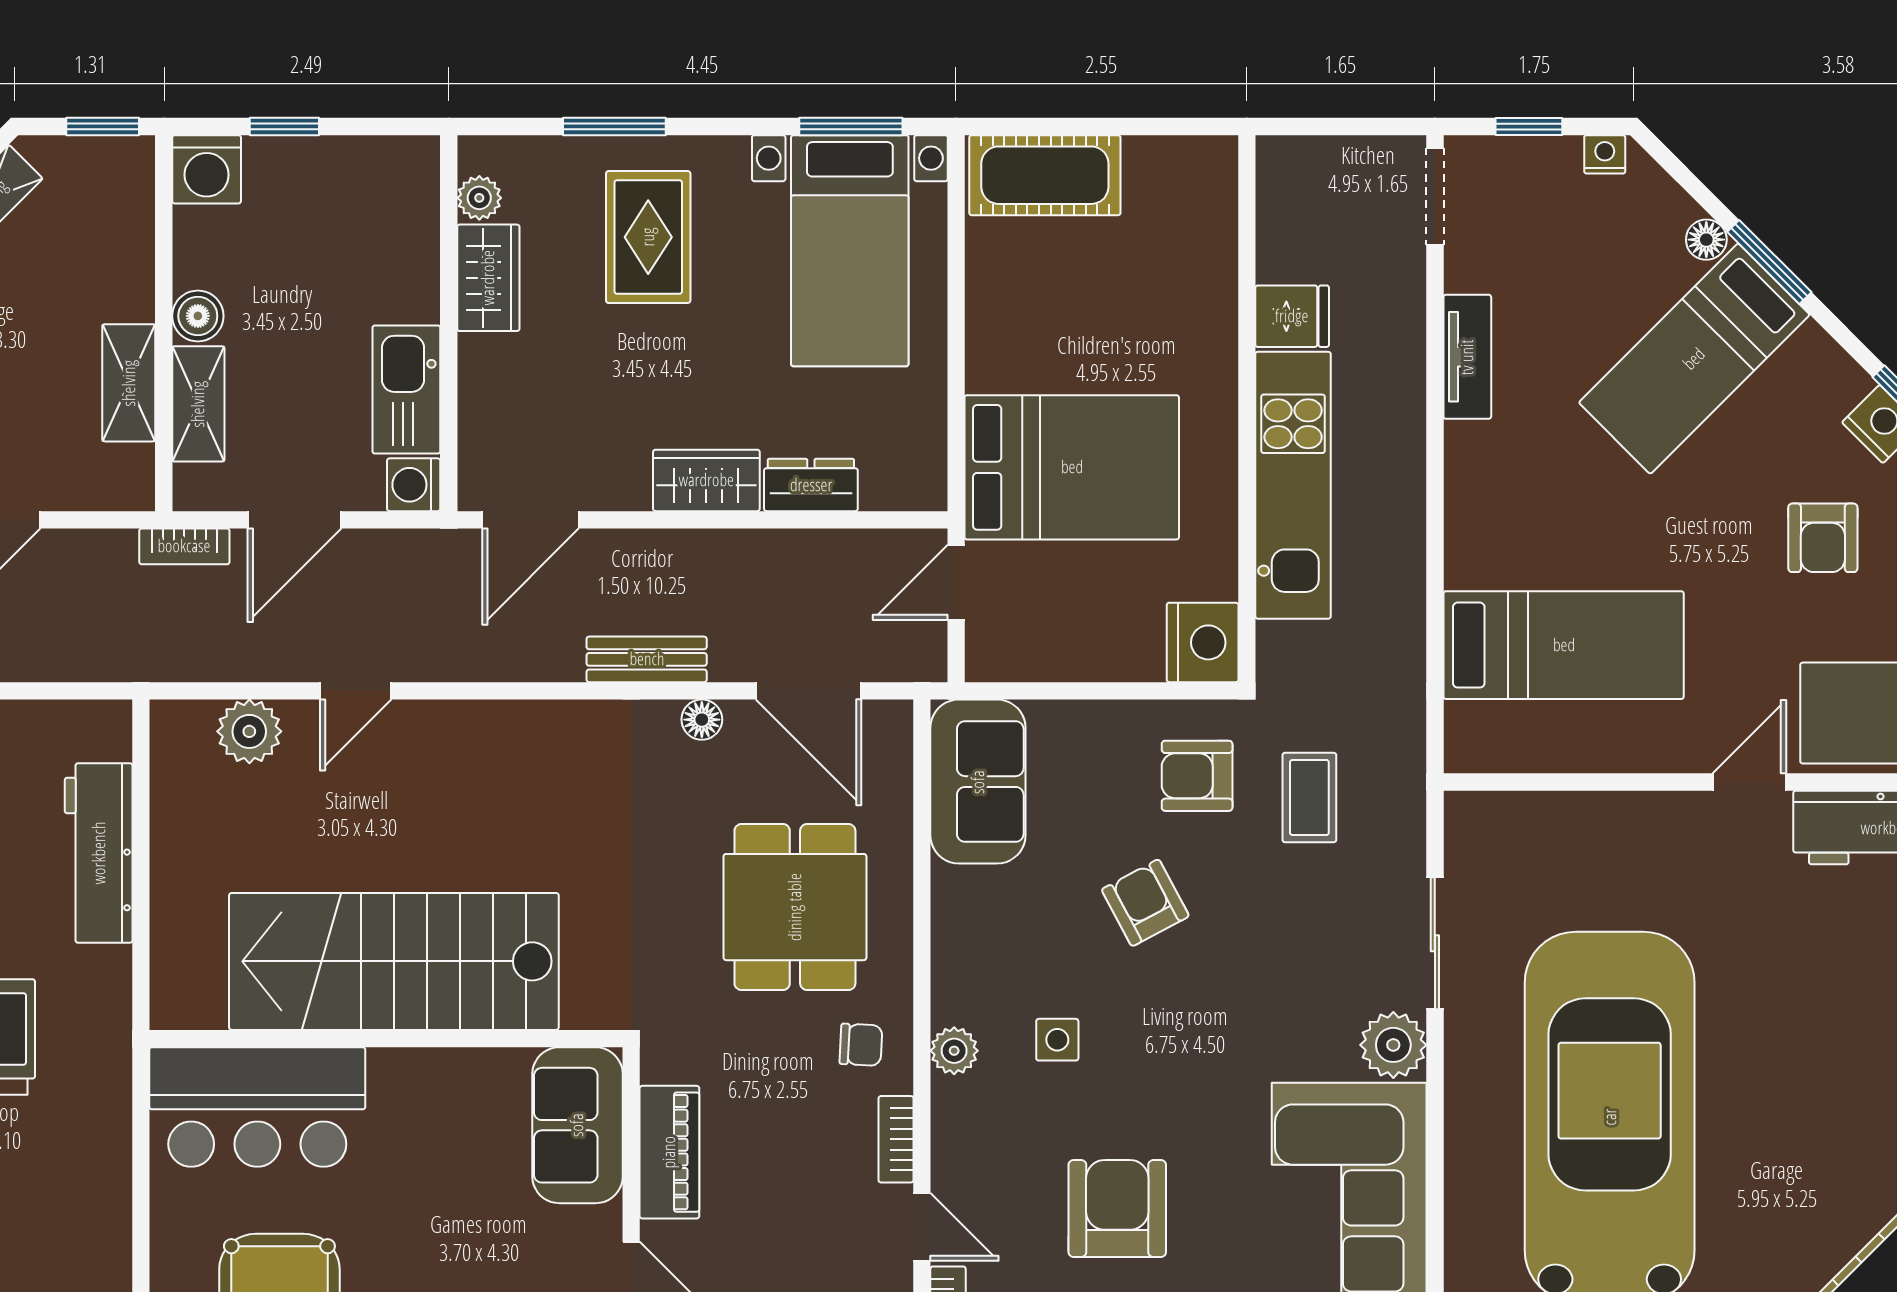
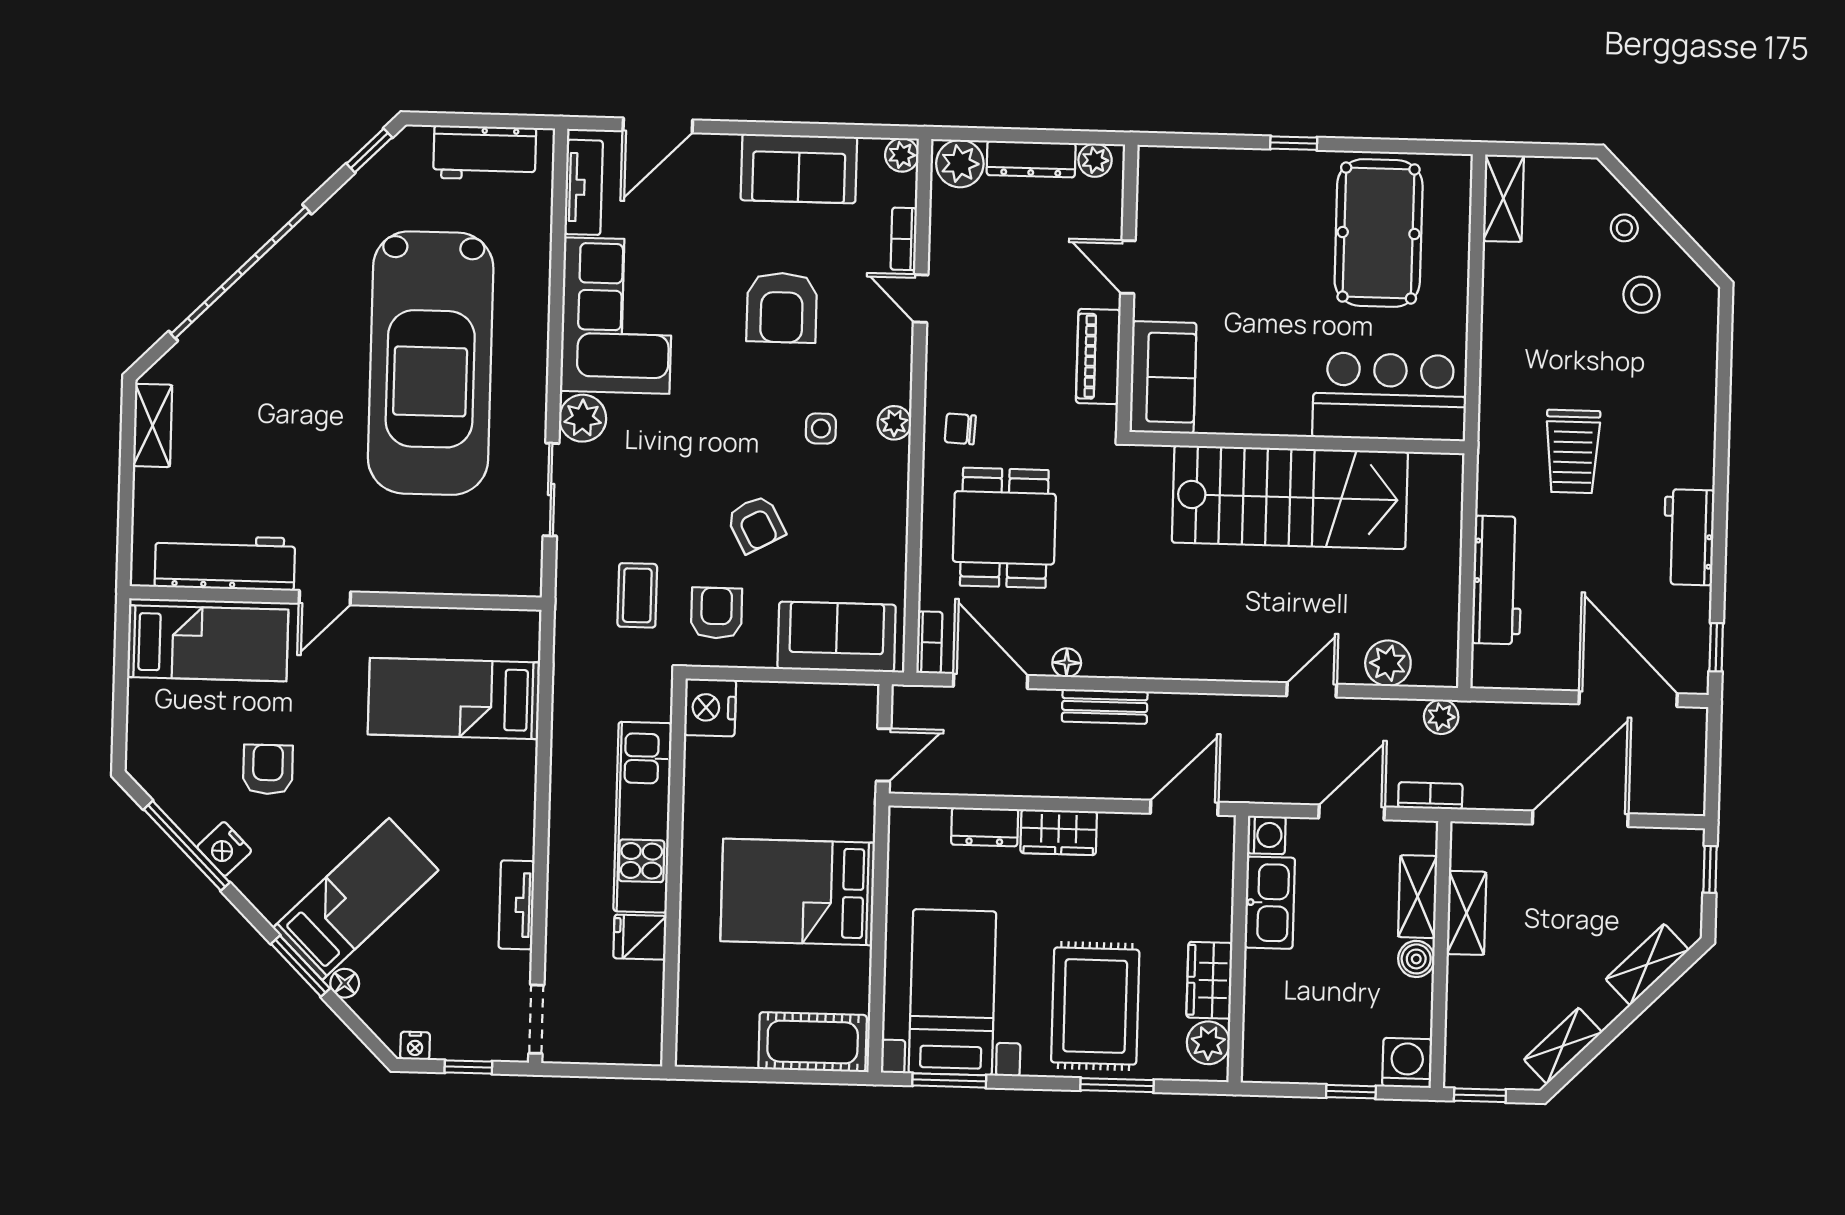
plant: (479, 198) -> (1208, 1043), width x1.38, depth x1.38
rug: (648, 237) -> (1095, 1006), width x1.36, depth x1.43
bed: (1072, 467) -> (798, 892), moved
plant: (172, 658) -> (1441, 717), added
armchair: (1197, 776) -> (717, 613), turned -90
sofa: (978, 782) -> (837, 637), moved, turned 90
bookcase: (896, 1139) -> (929, 642), moved

